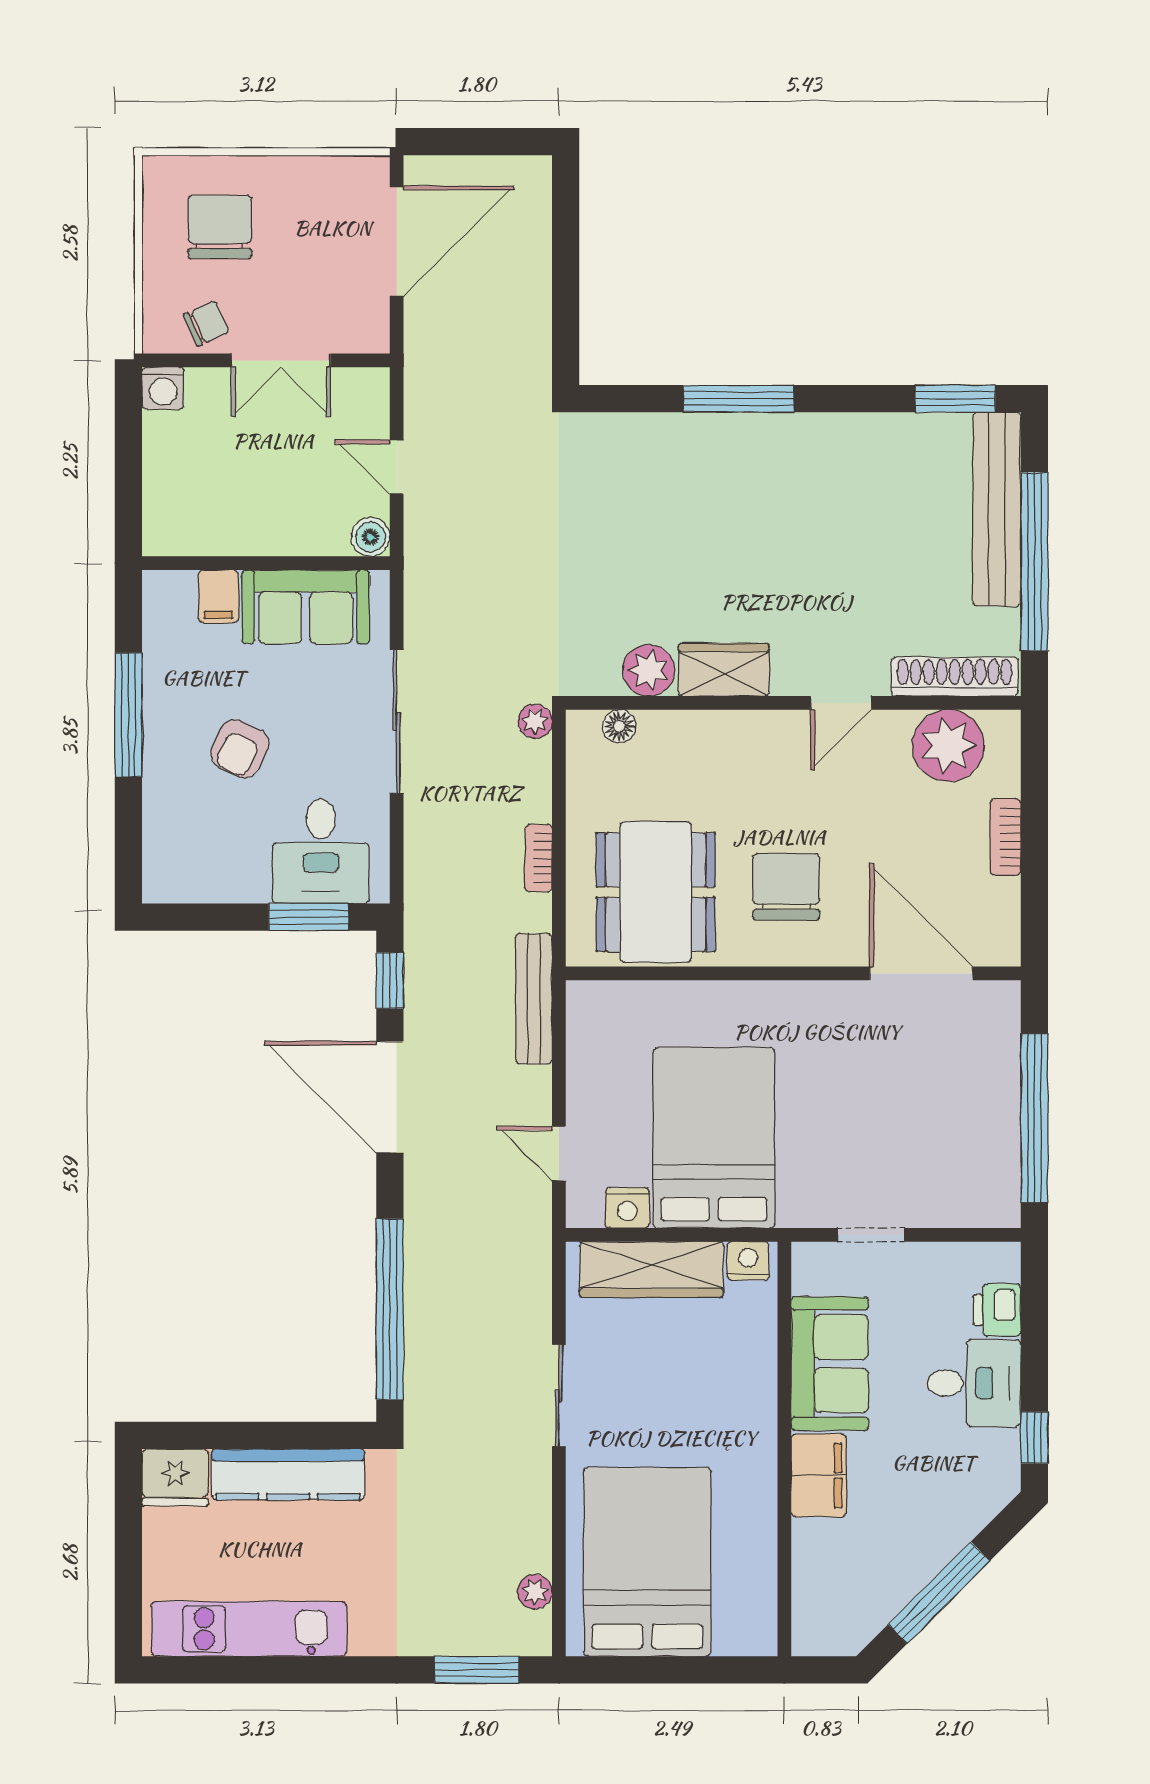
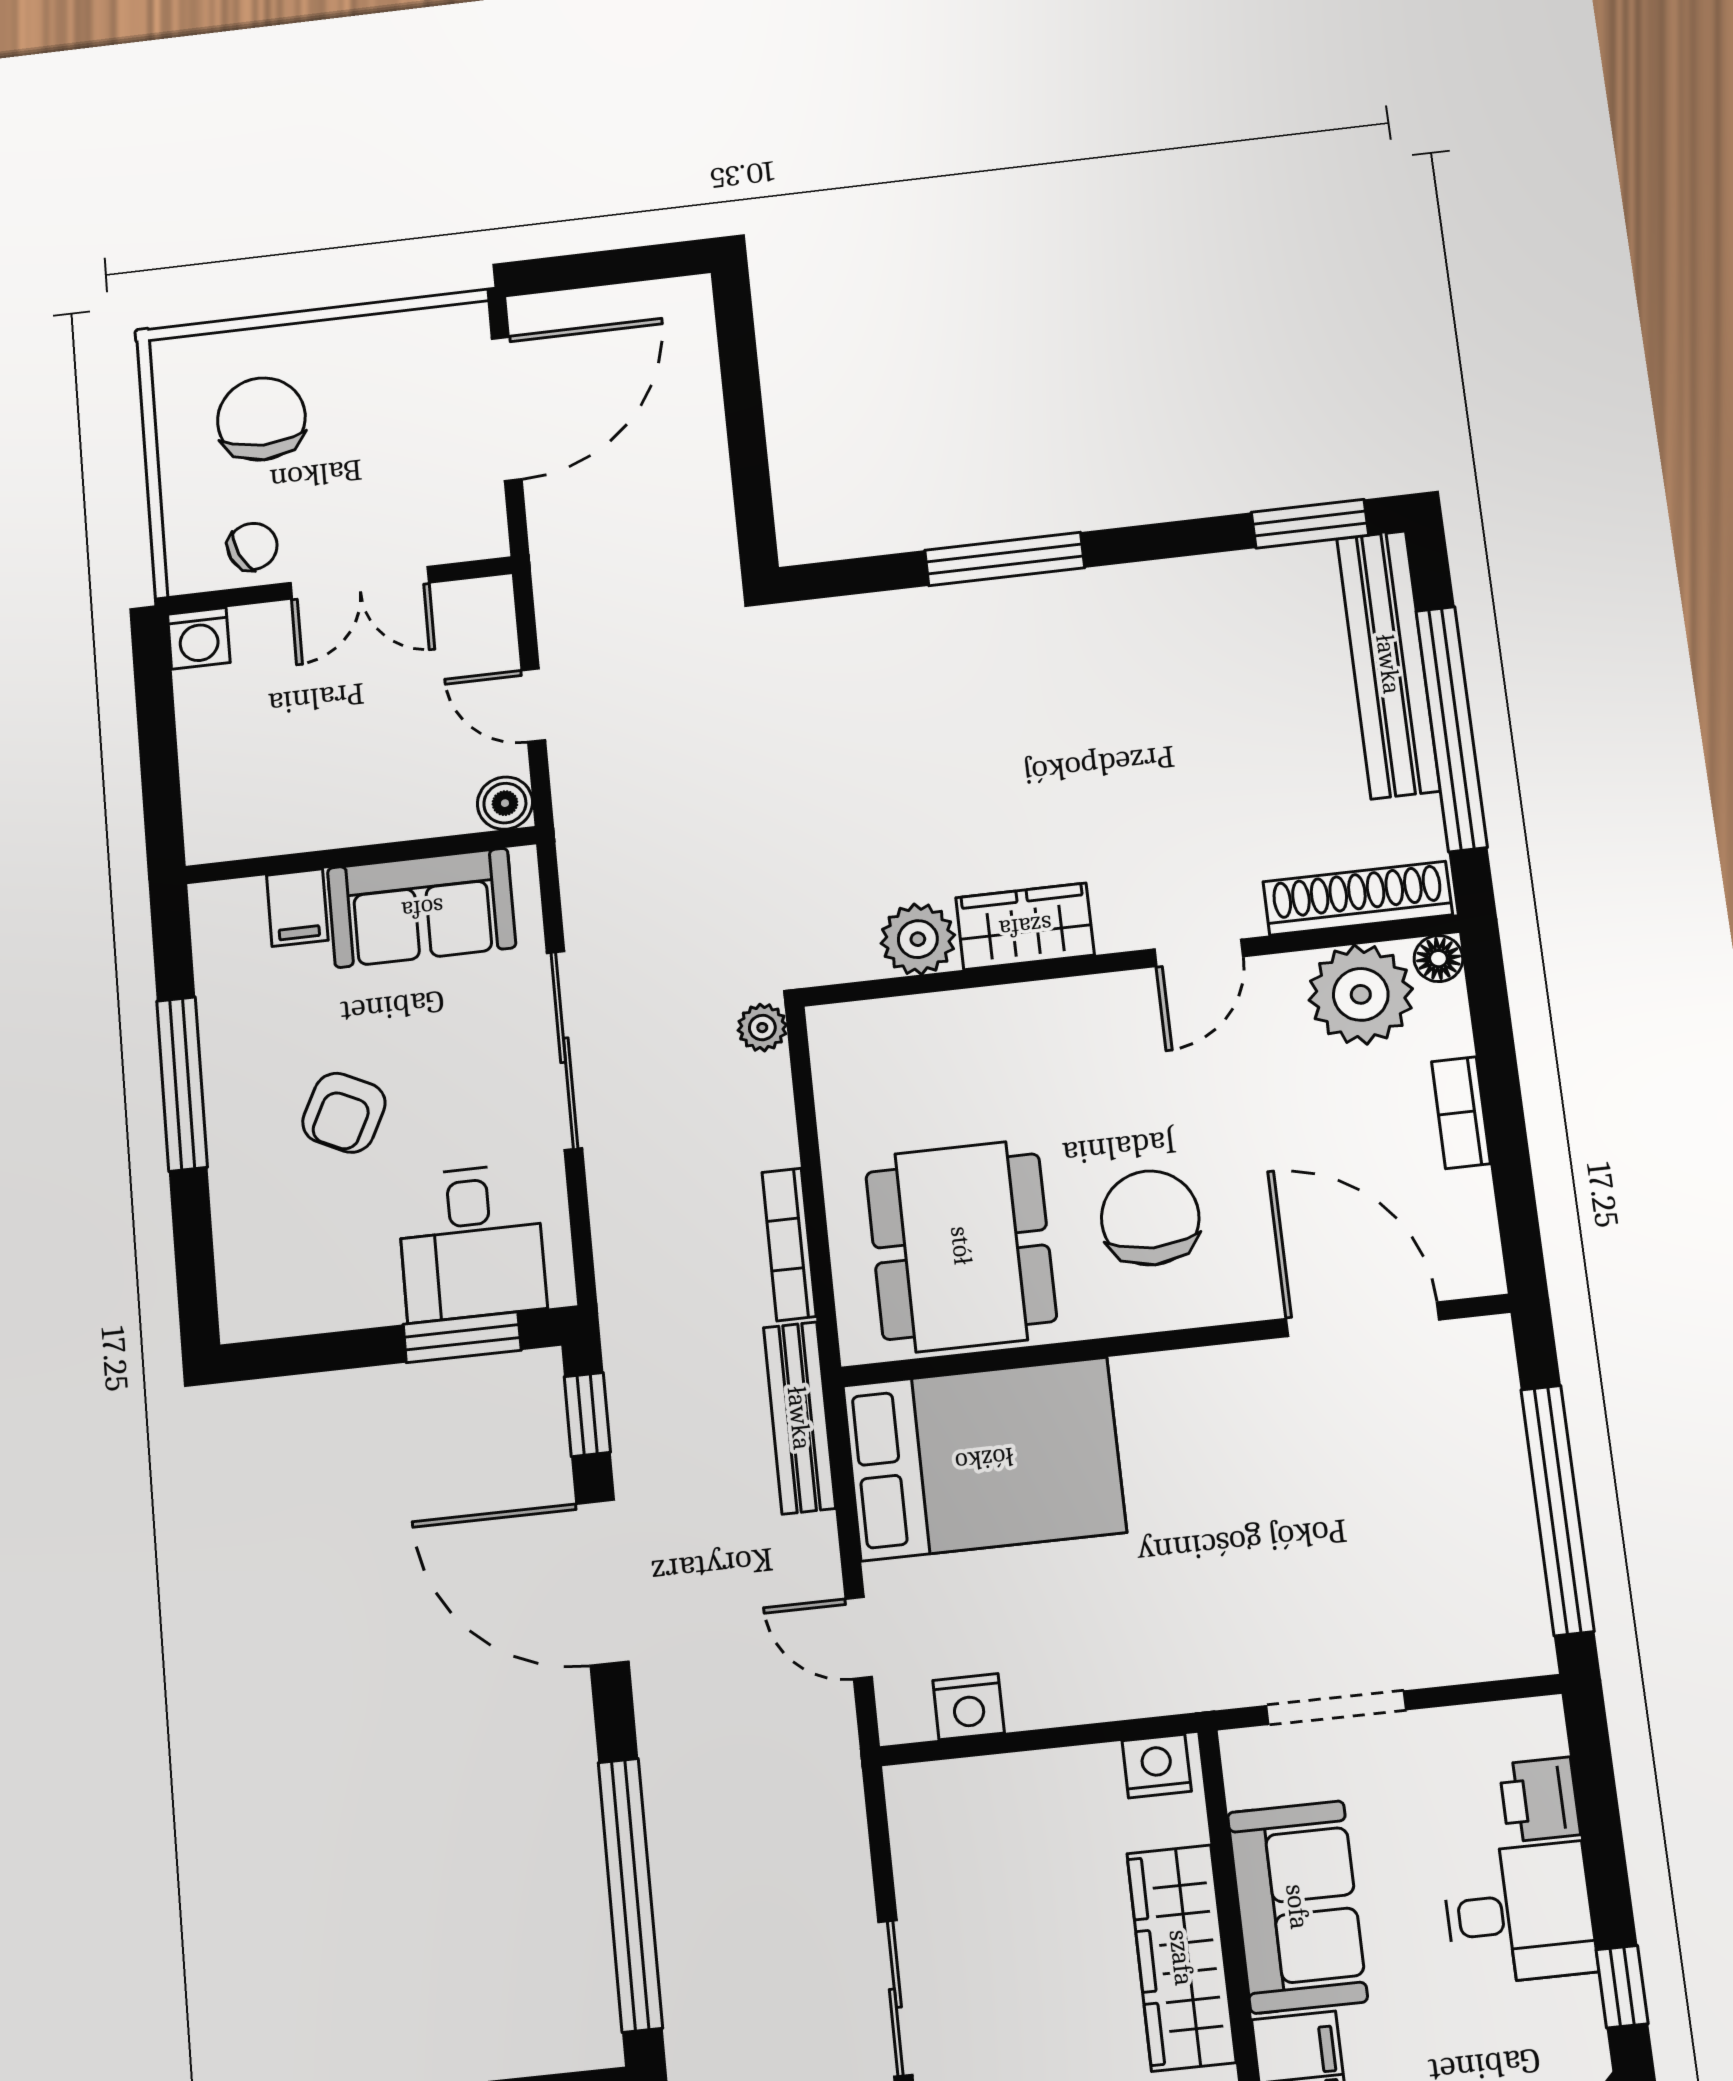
floor lamp: (619, 726) -> (1438, 959), moved
bookcase: (539, 858) -> (789, 1244), width x1.56
bed: (714, 1138) -> (984, 1459), moved, turned 90
doorway: (871, 1235) -> (1336, 1708), width x1.38
wardrobe: (651, 1269) -> (1181, 1958), moved, turned 90

